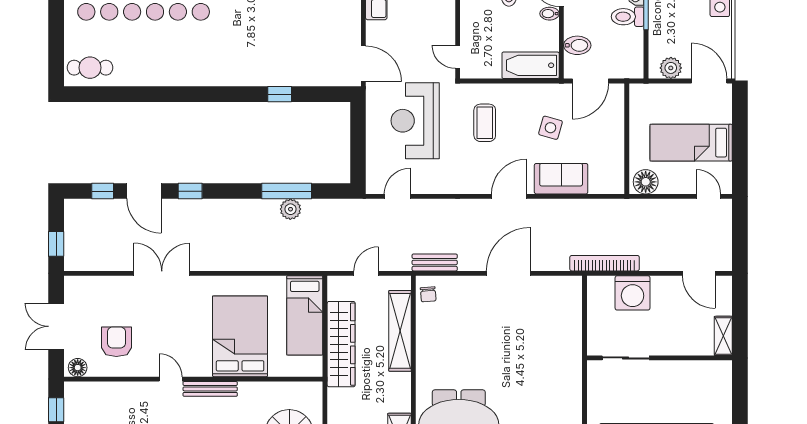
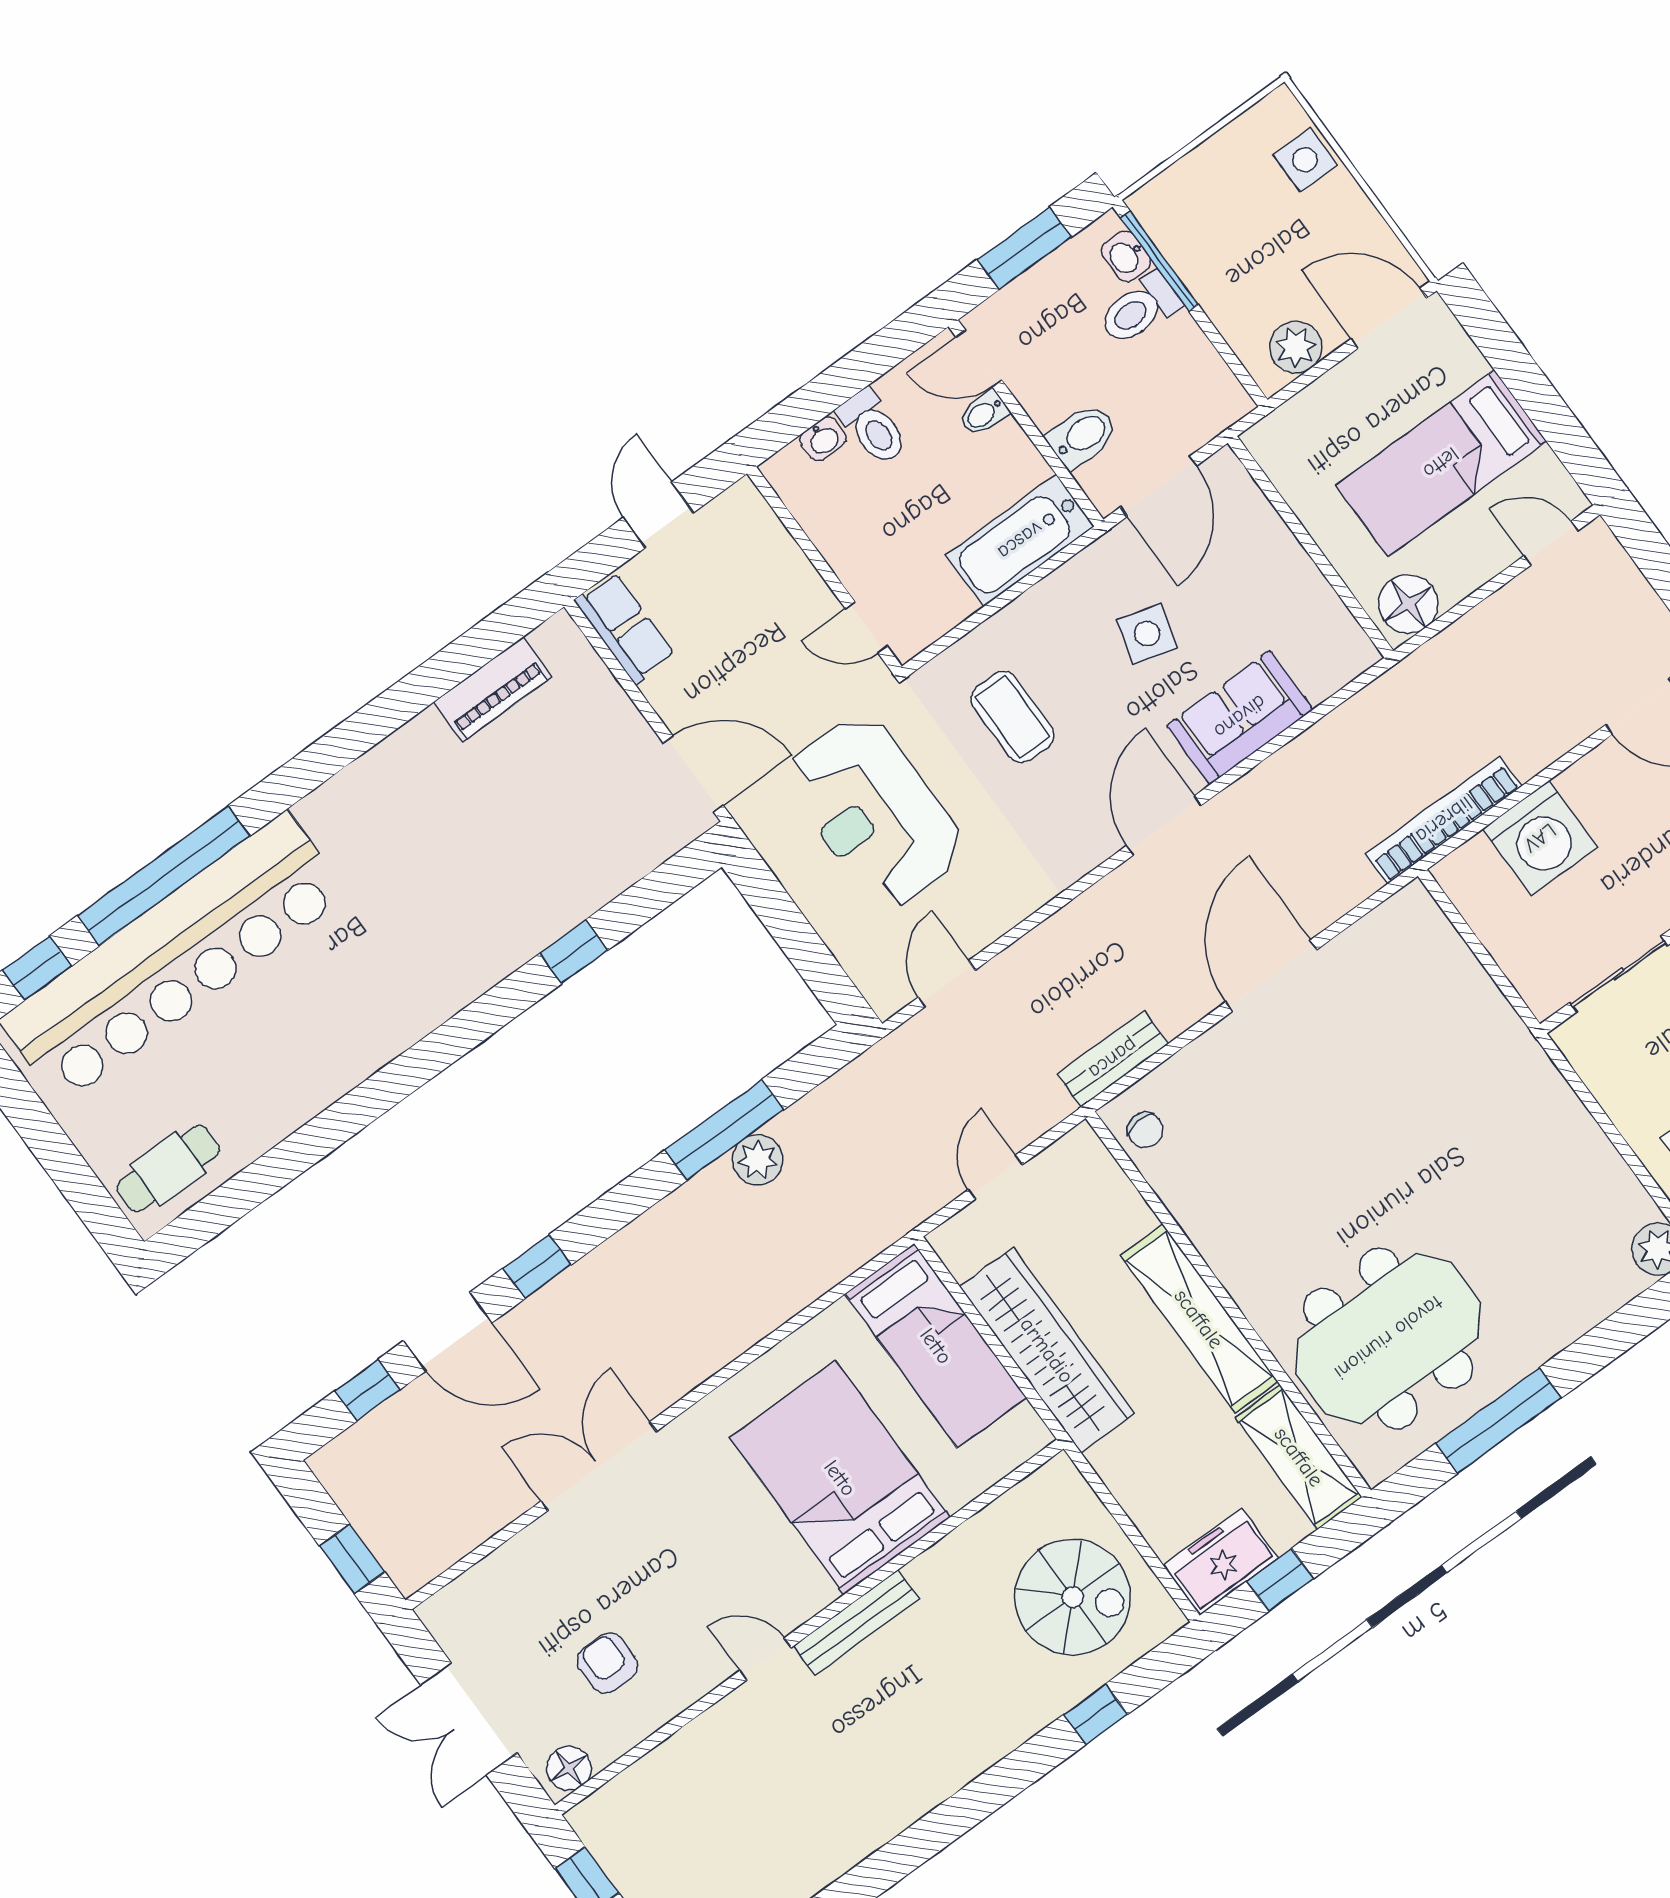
shelving: (400, 331) -> (1199, 1319), moved
armchair: (116, 342) -> (607, 1663), width x0.72, depth x0.72

